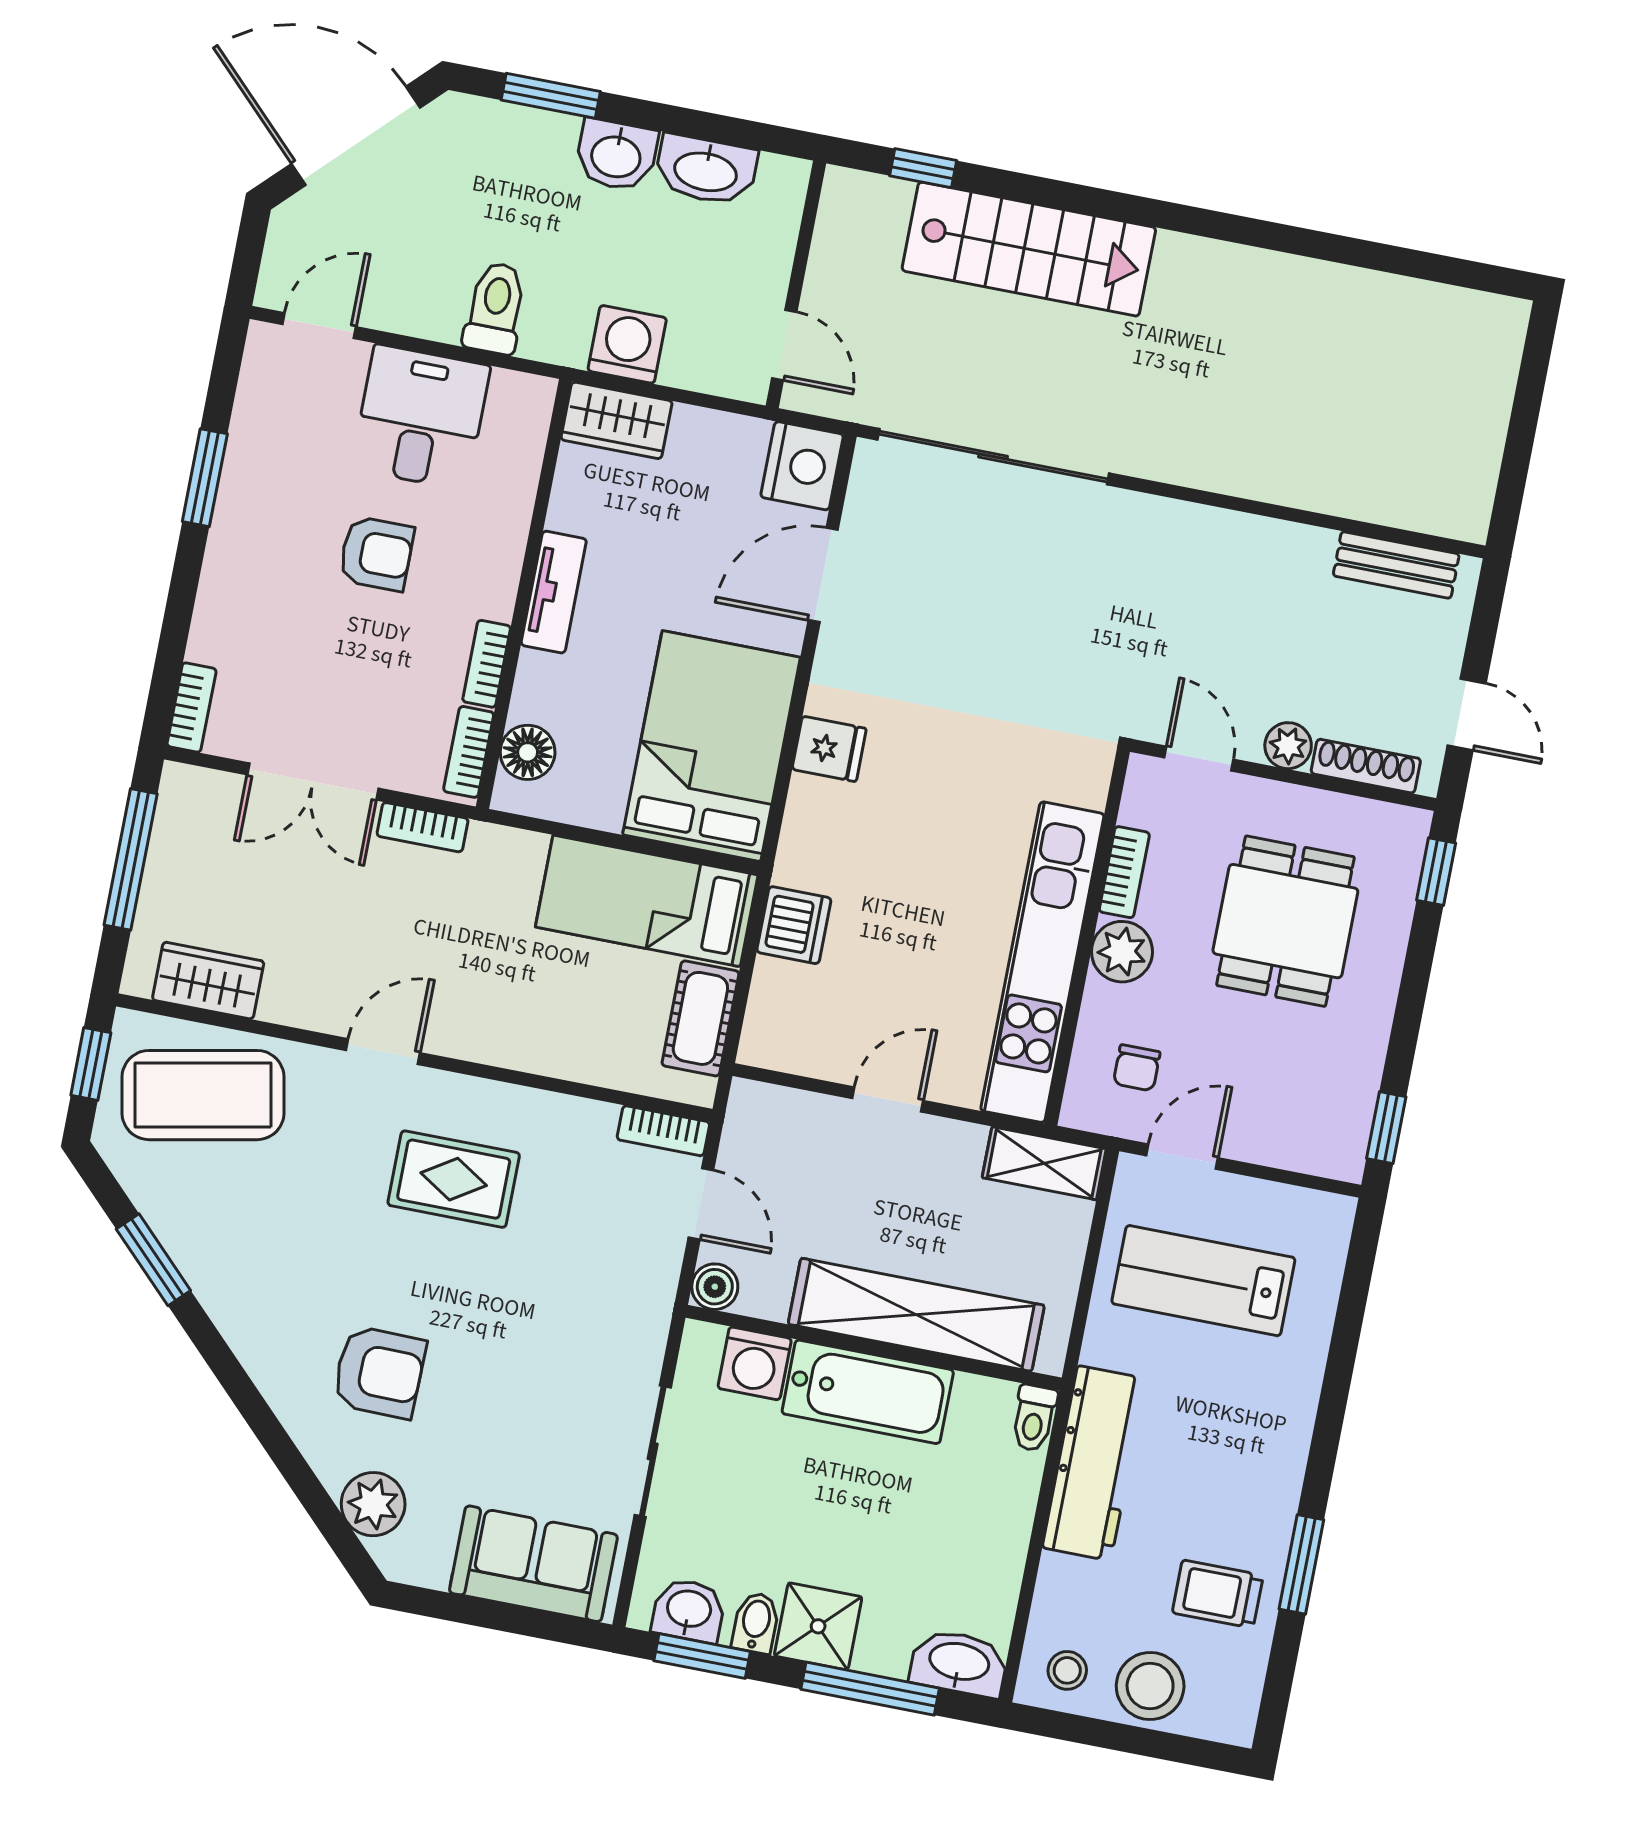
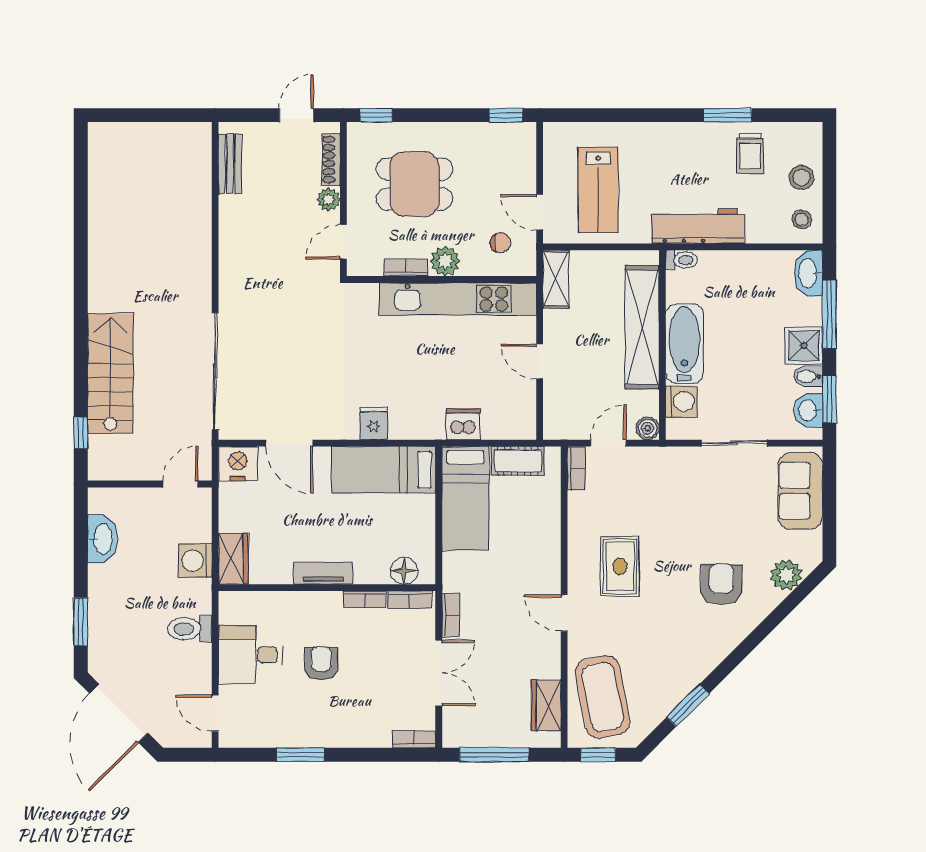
washbasin: (616, 155) -> (104, 584), removed
bed: (711, 746) -> (384, 470), width x0.67
stool: (1150, 1686) -> (802, 178), width x0.73, depth x0.73

